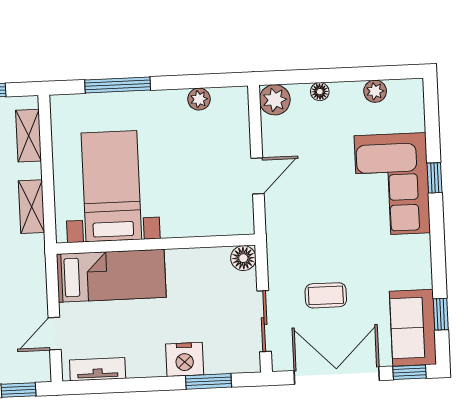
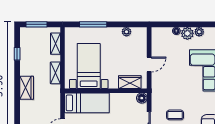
plant: (275, 100) -> (187, 33), moved
wardrobe: (213, 221) -> (130, 82), added

